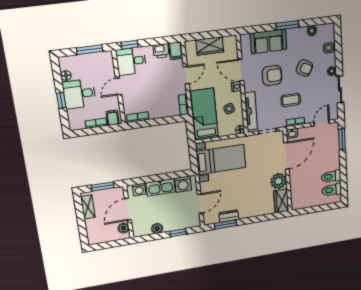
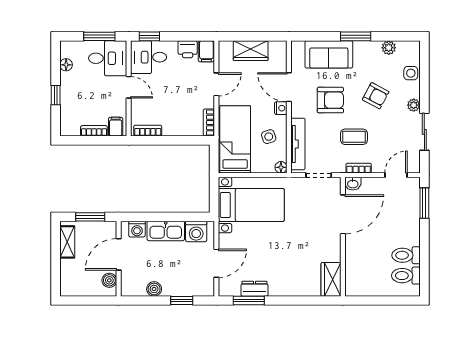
door: (119, 86) -> (129, 87), swing flipped
desk: (79, 94) -> (108, 58), moved, turned 180
plant: (279, 181) -> (329, 249), removed

